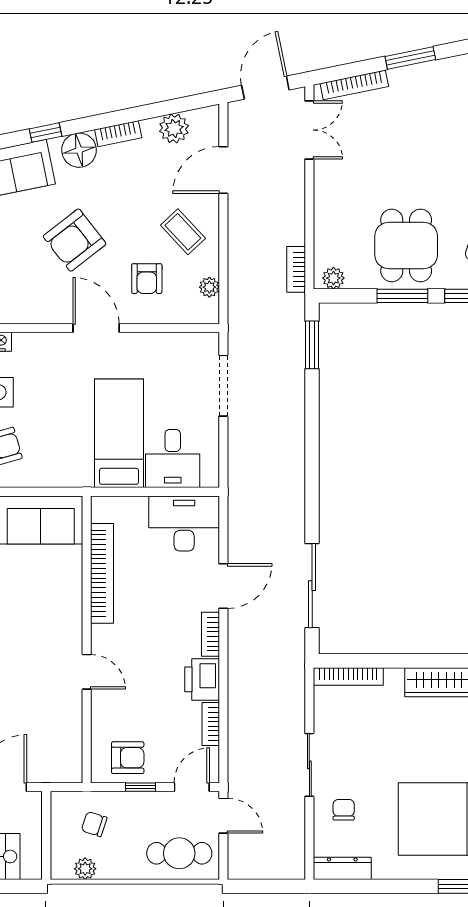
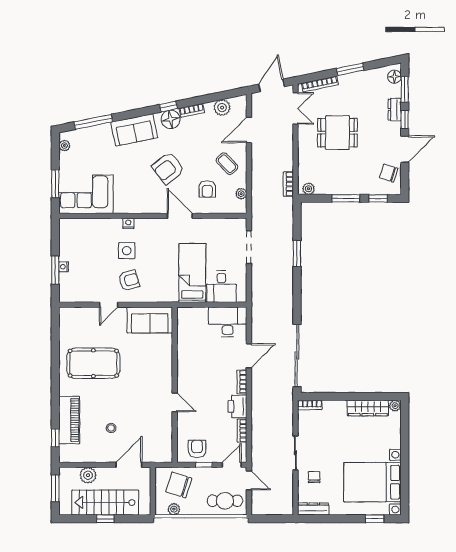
window: (46, 133) -> (168, 107), moved
dining table: (406, 245) -> (337, 133), moved, turned 90
window: (312, 345) -> (297, 253), moved
bookcase: (102, 573) -> (183, 349), removed
sliding door: (312, 586) -> (297, 356), width x1.36
bookcase: (348, 677) -> (310, 405), width x0.64
armchair: (128, 758) -> (197, 449), turned -90
chair: (94, 824) -> (179, 485), width x1.87, depth x1.87

